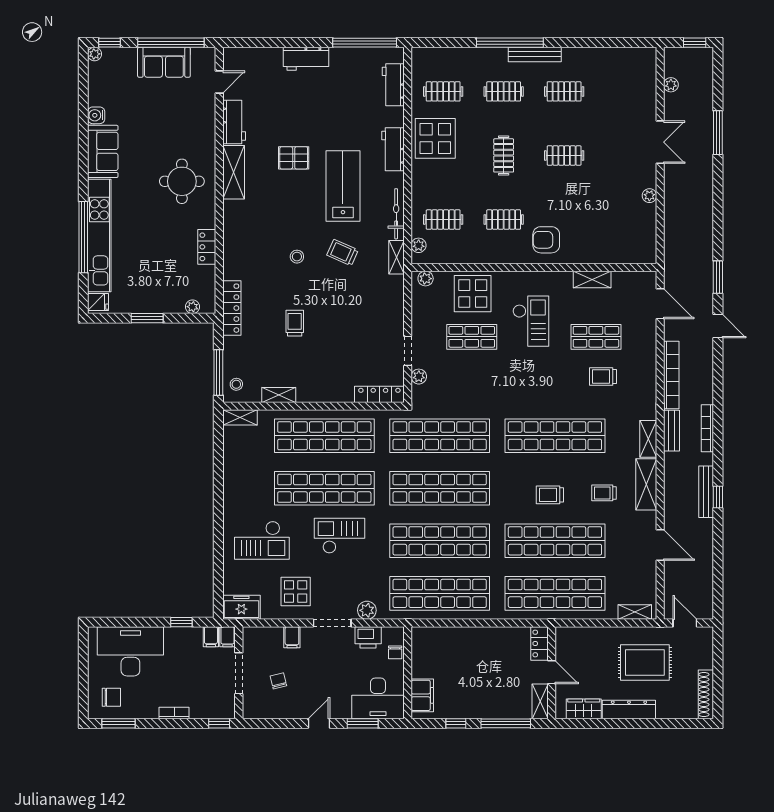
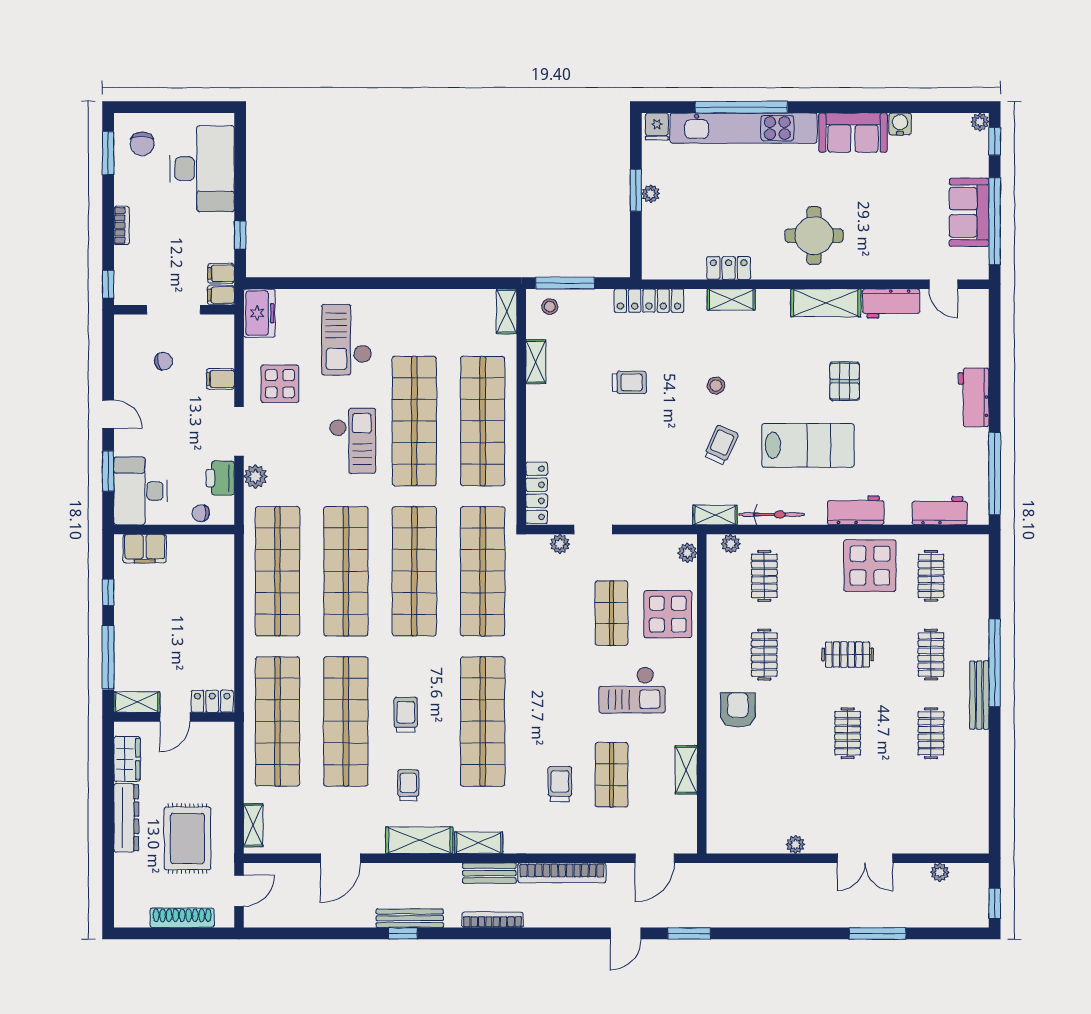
shelving: (231, 245) -> (731, 300), added
plant: (192, 307) -> (651, 194), moved
shoe rack: (706, 694) -> (182, 918), moved

